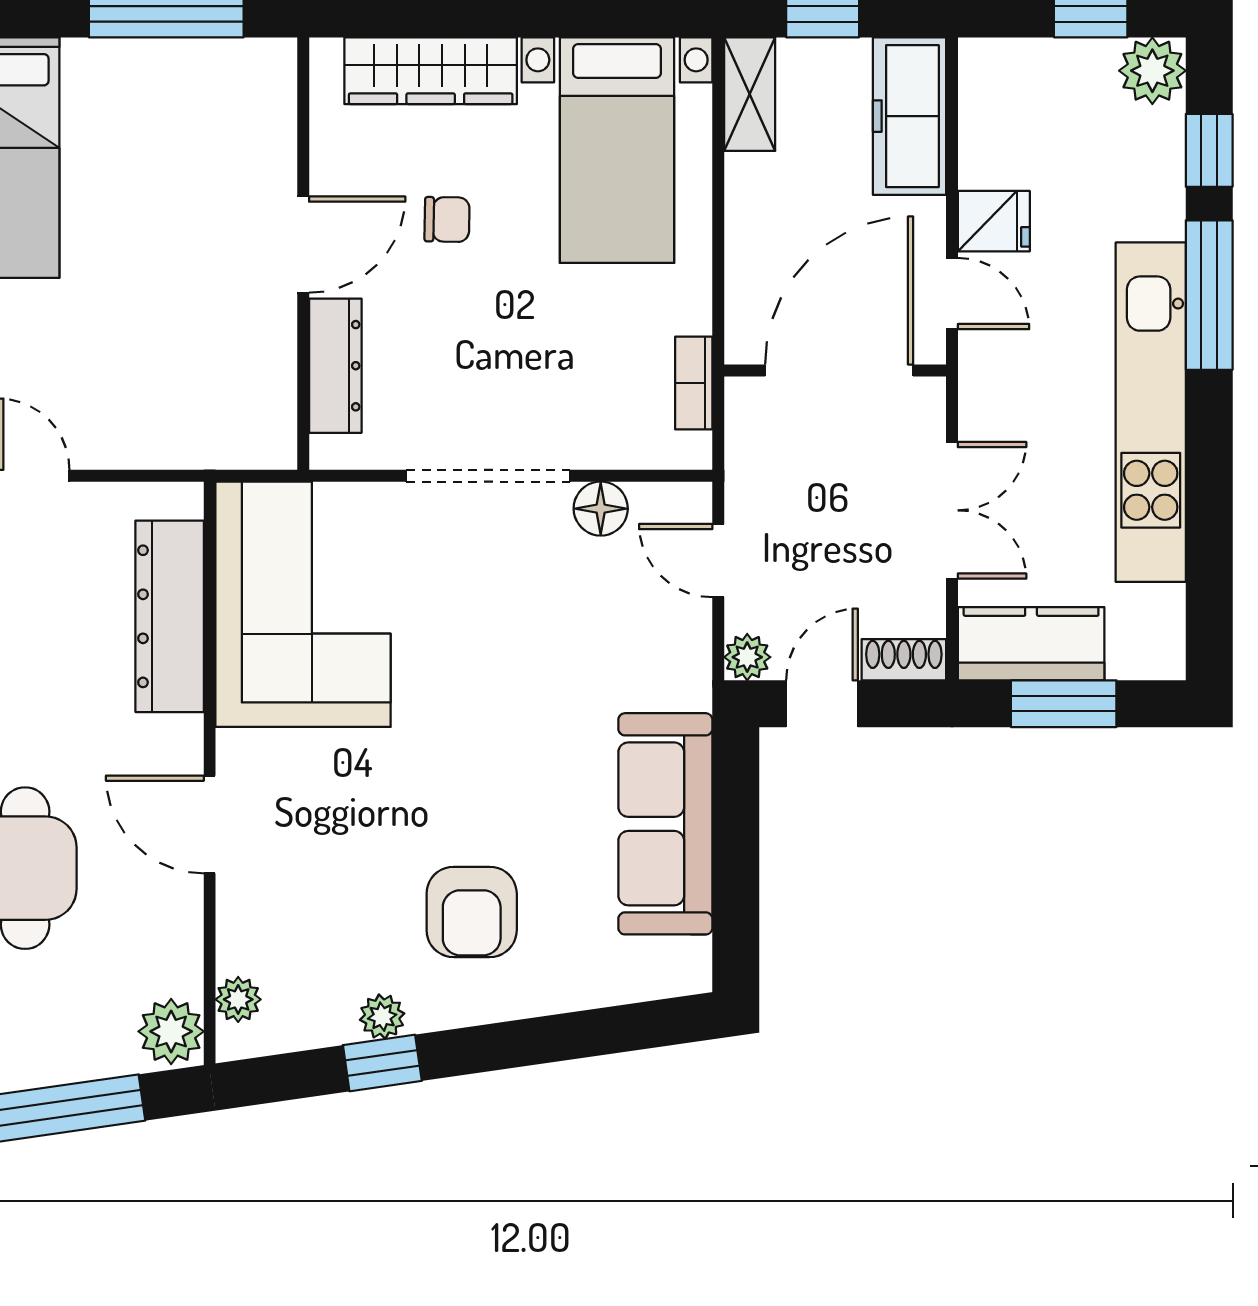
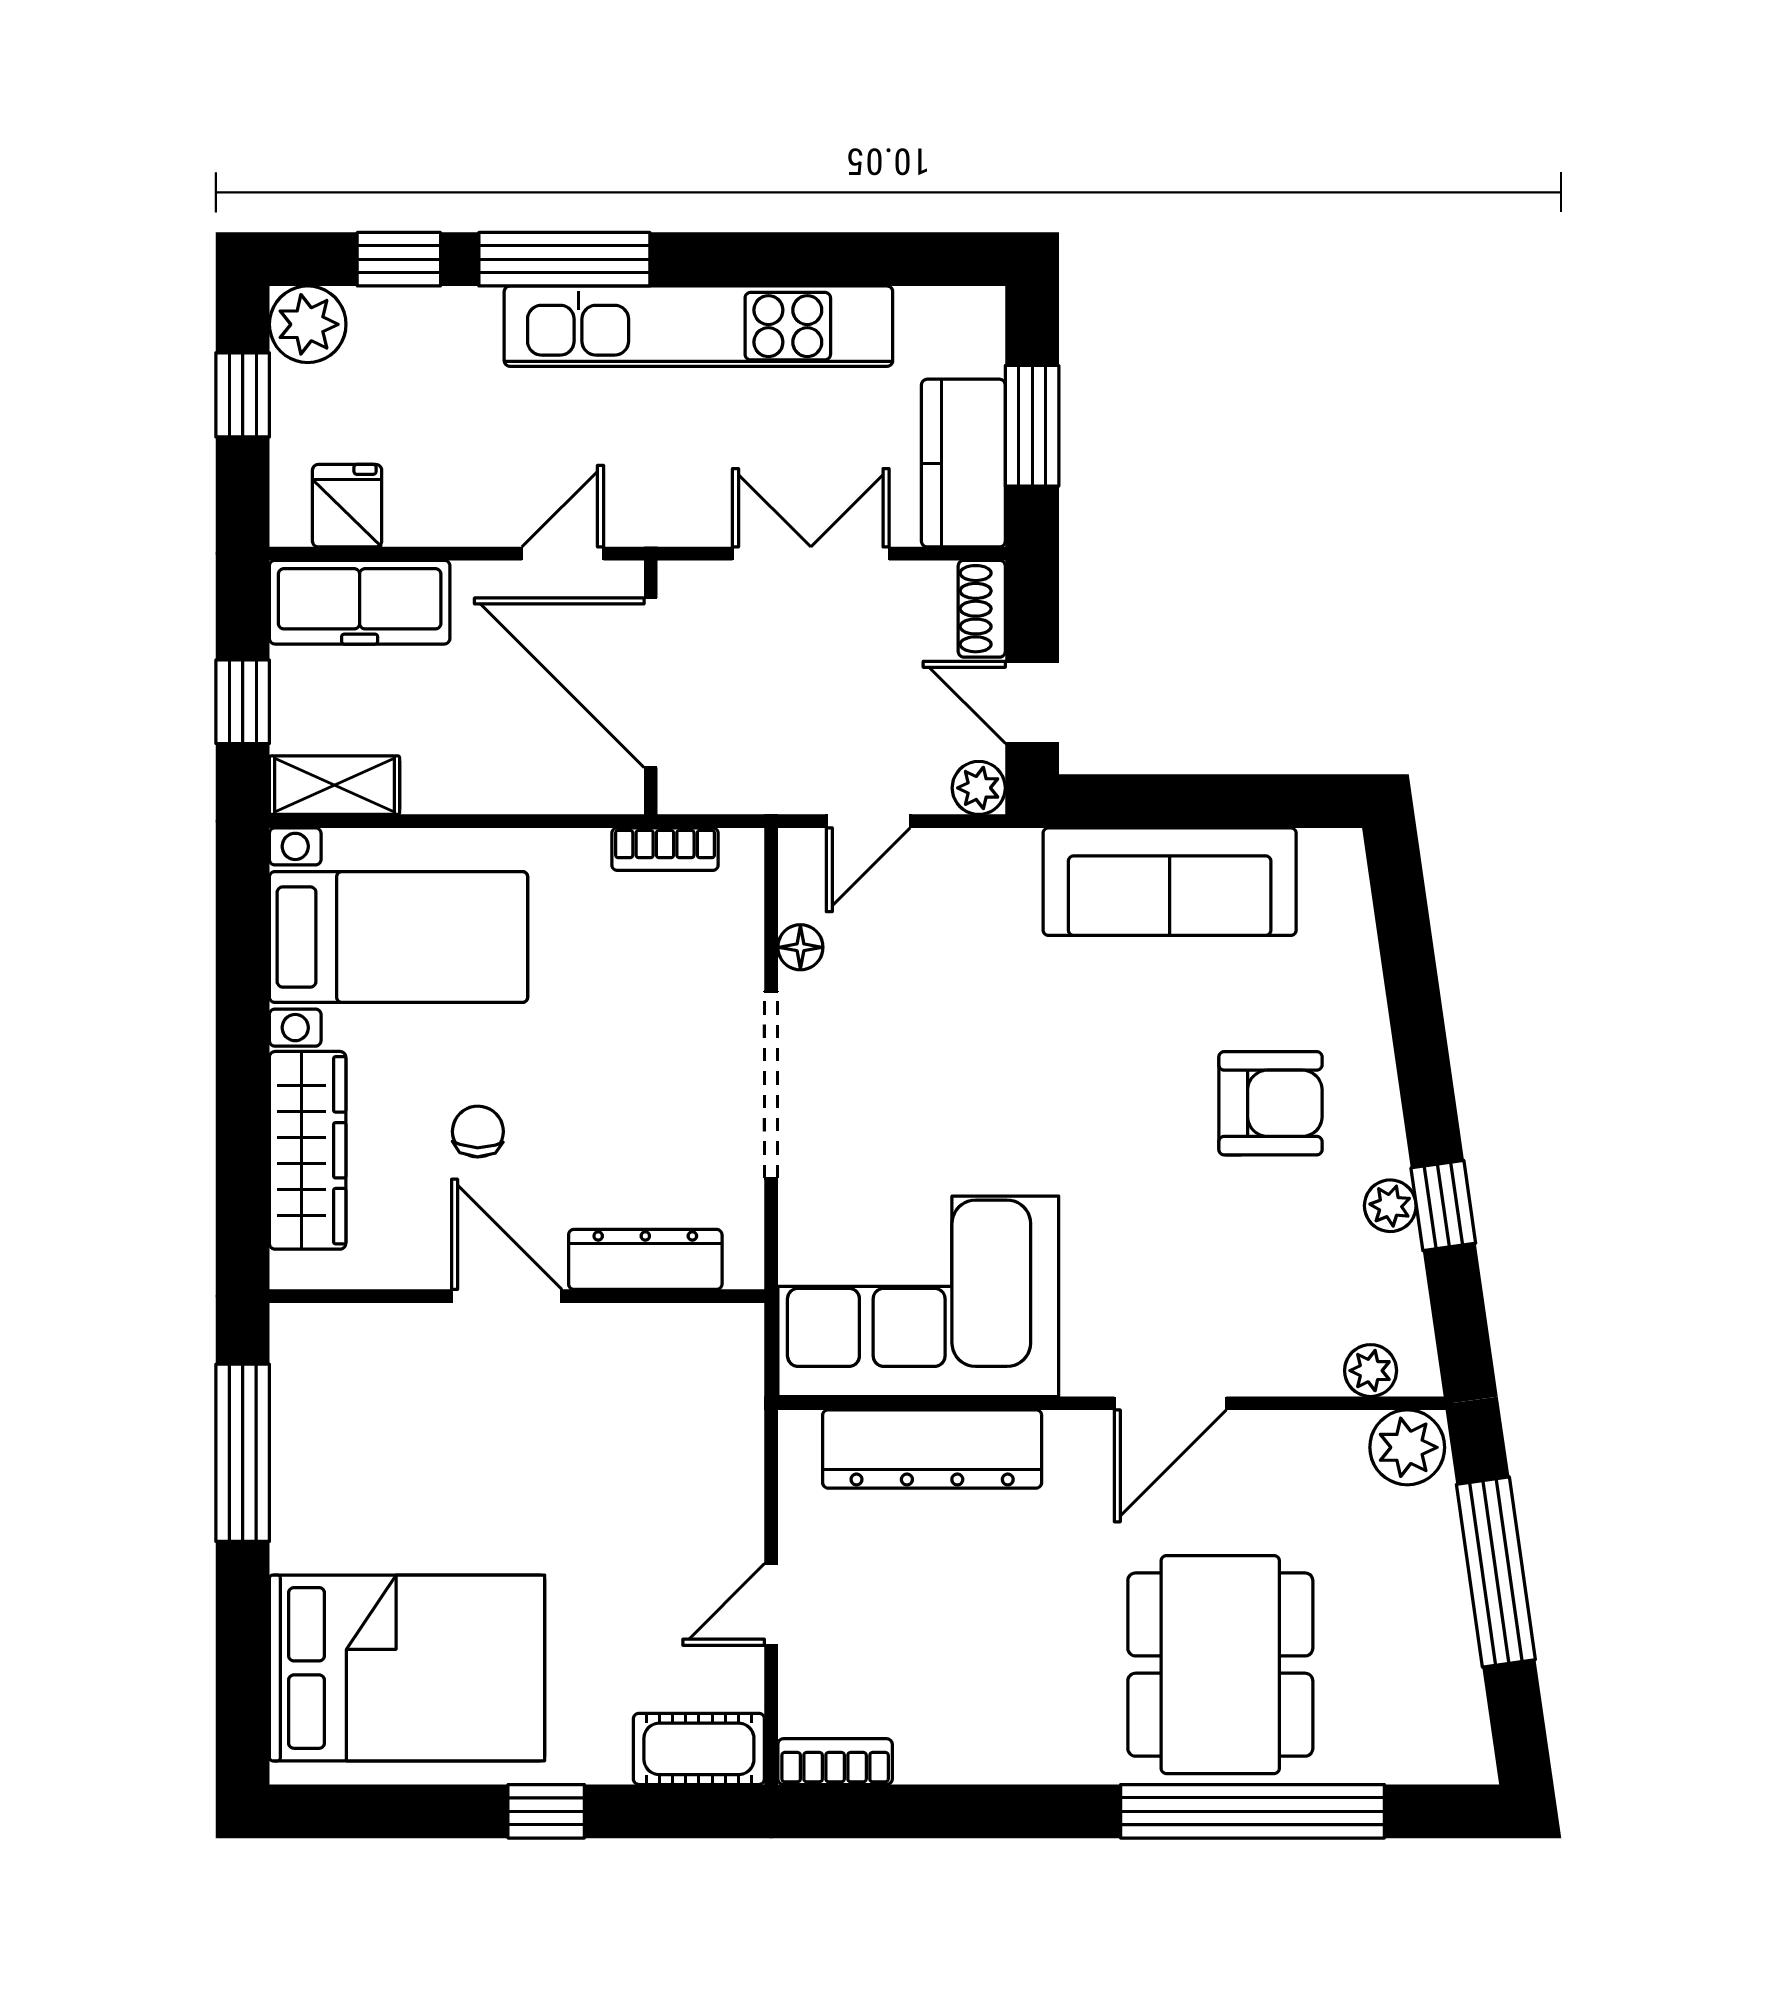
fridge: (994, 221) -> (347, 506), moved
floor lamp: (601, 509) -> (800, 947), width x0.73, depth x0.73

